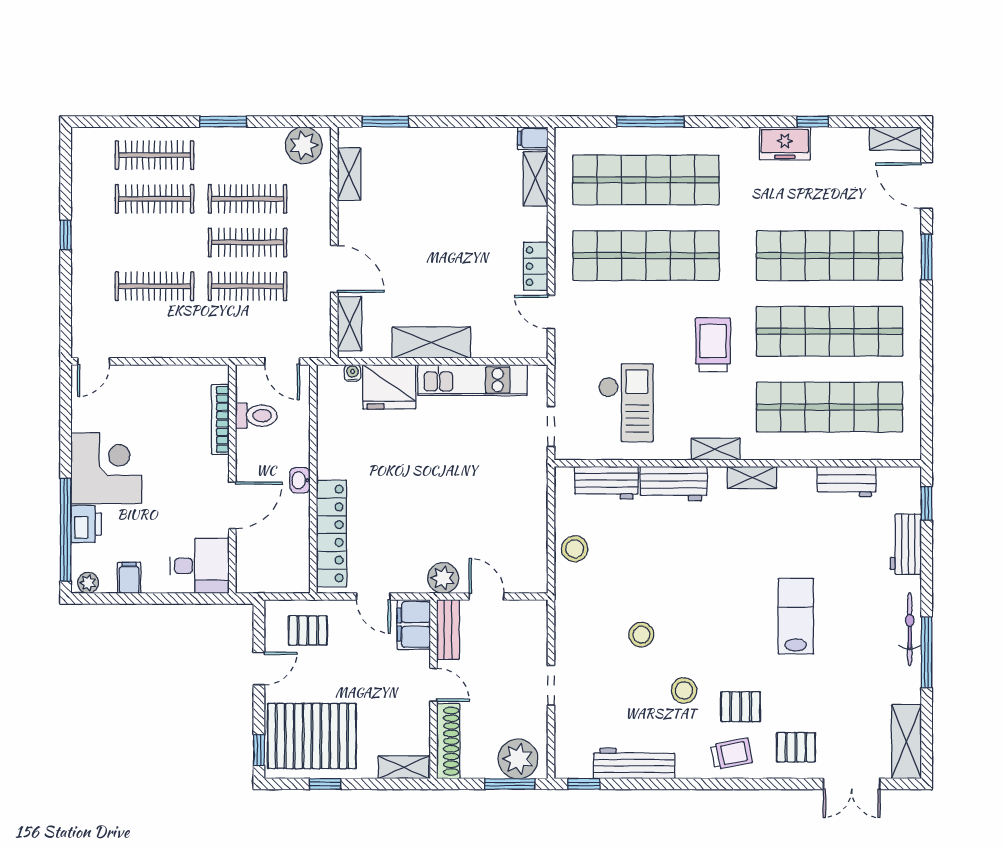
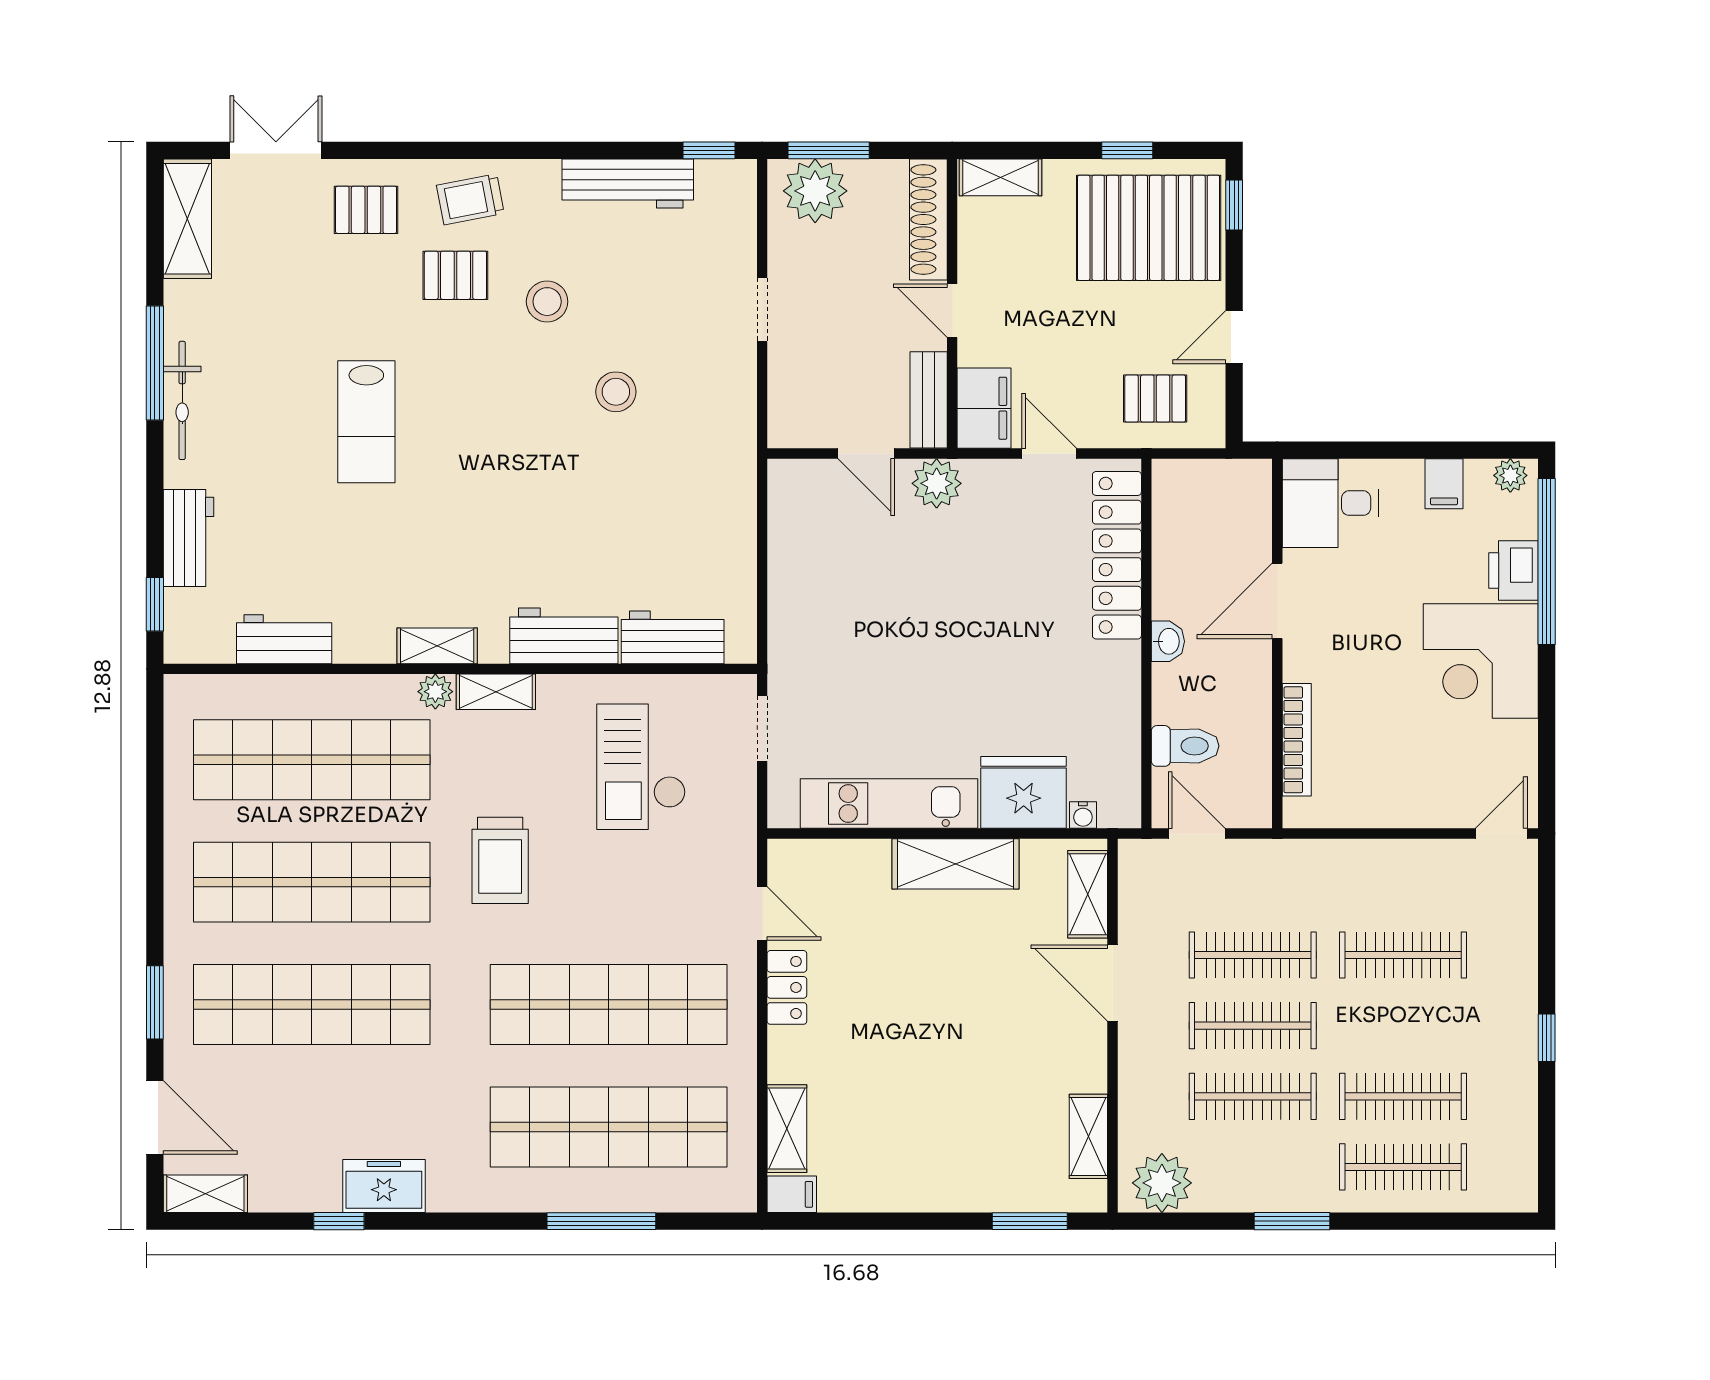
toilet: (256, 416) -> (1185, 746), moved, turned 180
plant: (753, 449) -> (435, 692), added
stool: (575, 549) -> (724, 531), removed

